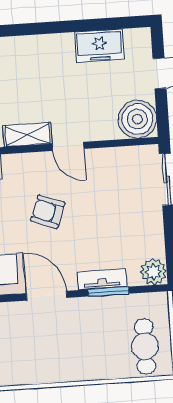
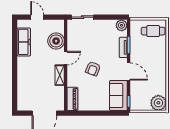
freezer: (99, 46) -> (24, 42), width x1.40
boiler: (137, 119) -> (56, 41), moved
door: (47, 296) -> (129, 71), swing flipped

